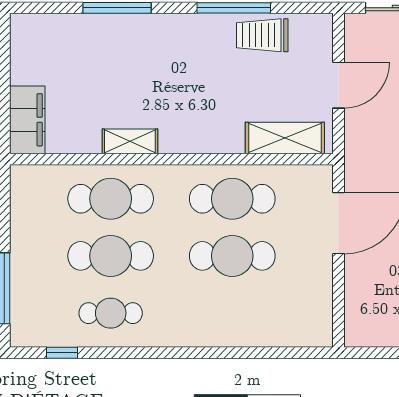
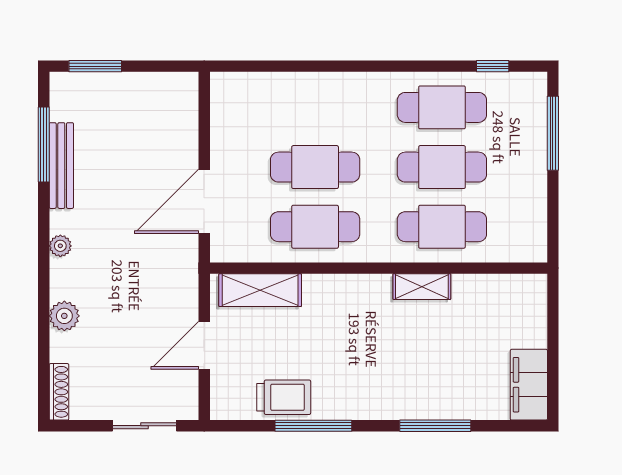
filing cabinet: (27, 120) -> (529, 385), moved
cafe table: (111, 313) -> (442, 107), width x1.37, depth x1.35

